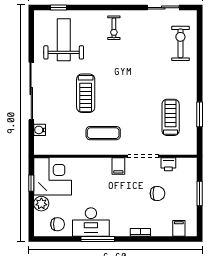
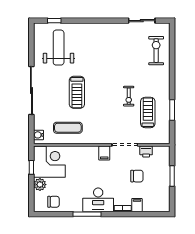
exercise bike: (114, 28) -> (129, 96), moved
water cooler: (40, 130) -> (38, 135), moved
exercise mat: (103, 133) -> (68, 128), moved
desk: (91, 222) -> (98, 200), moved
filing cabinet: (179, 228) -> (137, 205), moved

